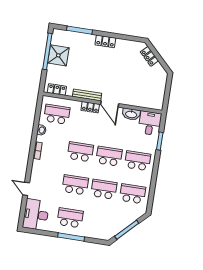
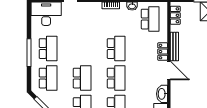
door: (110, 104) -> (169, 71), swing flipped
school desk: (75, 185) -> (48, 78), moved

